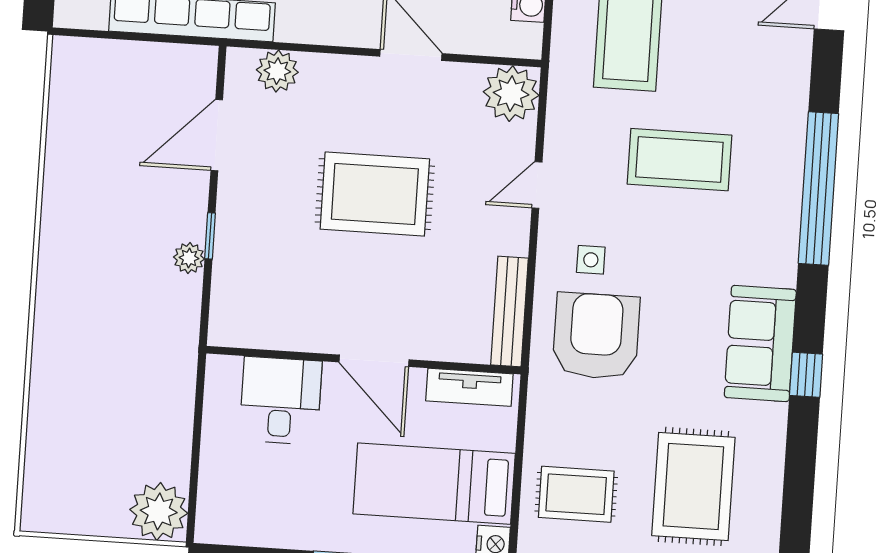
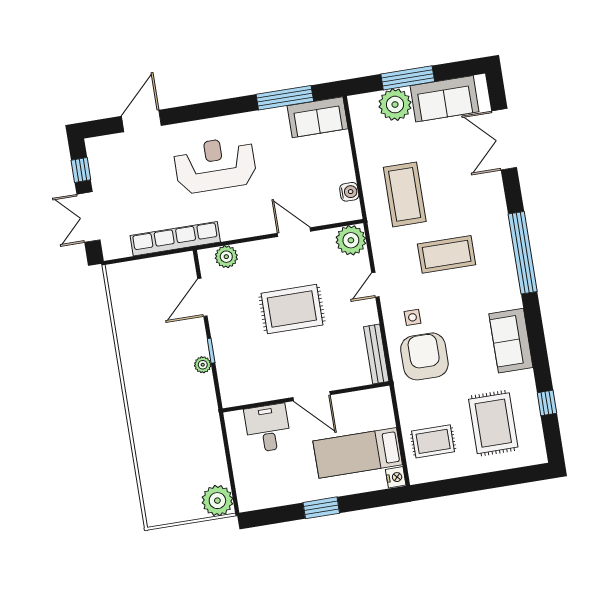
window: (806, 375) -> (547, 403), moved
tv unit: (469, 387) -> (365, 398), removed

